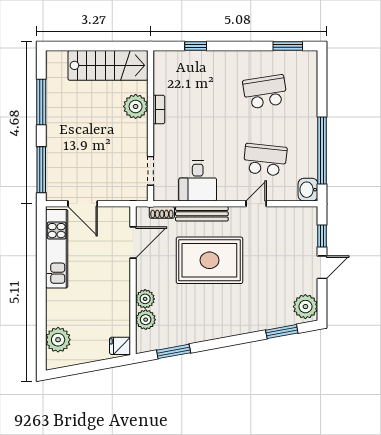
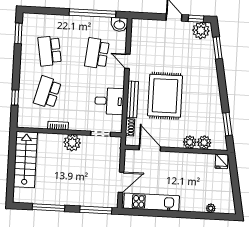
school desk: (206, 92) -> (47, 92), added
plant: (136, 106) -> (72, 143), moved
window: (322, 236) -> (196, 19), moved
plant: (58, 340) -> (211, 208), width x0.53, depth x0.53

